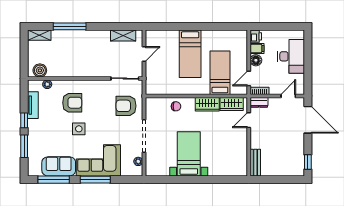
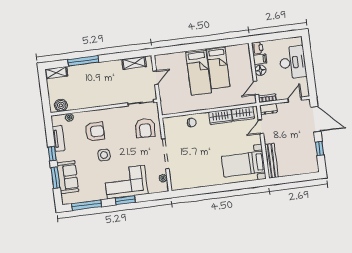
bed: (220, 73) -> (218, 67), moved, turned 180
armchair: (126, 106) -> (145, 128), turned -88
bed with nightstands: (189, 154) -> (243, 164), moved, turned -90
window: (308, 162) -> (320, 148), moved
bench: (255, 163) -> (271, 161), width x1.36
sofa: (59, 166) -> (68, 177), moved, turned 90
window: (95, 180) -> (125, 200), width x0.69

